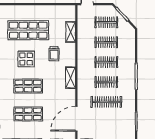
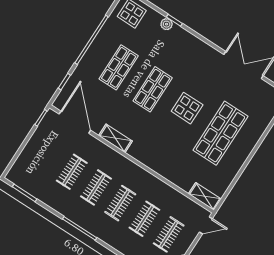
shelving: (71, 32) -> (205, 196), moved
trolley: (54, 54) -> (172, 146), removed
shelving: (70, 78) -> (116, 138), moved
clothes rail: (106, 102) -> (72, 172), width x0.73

